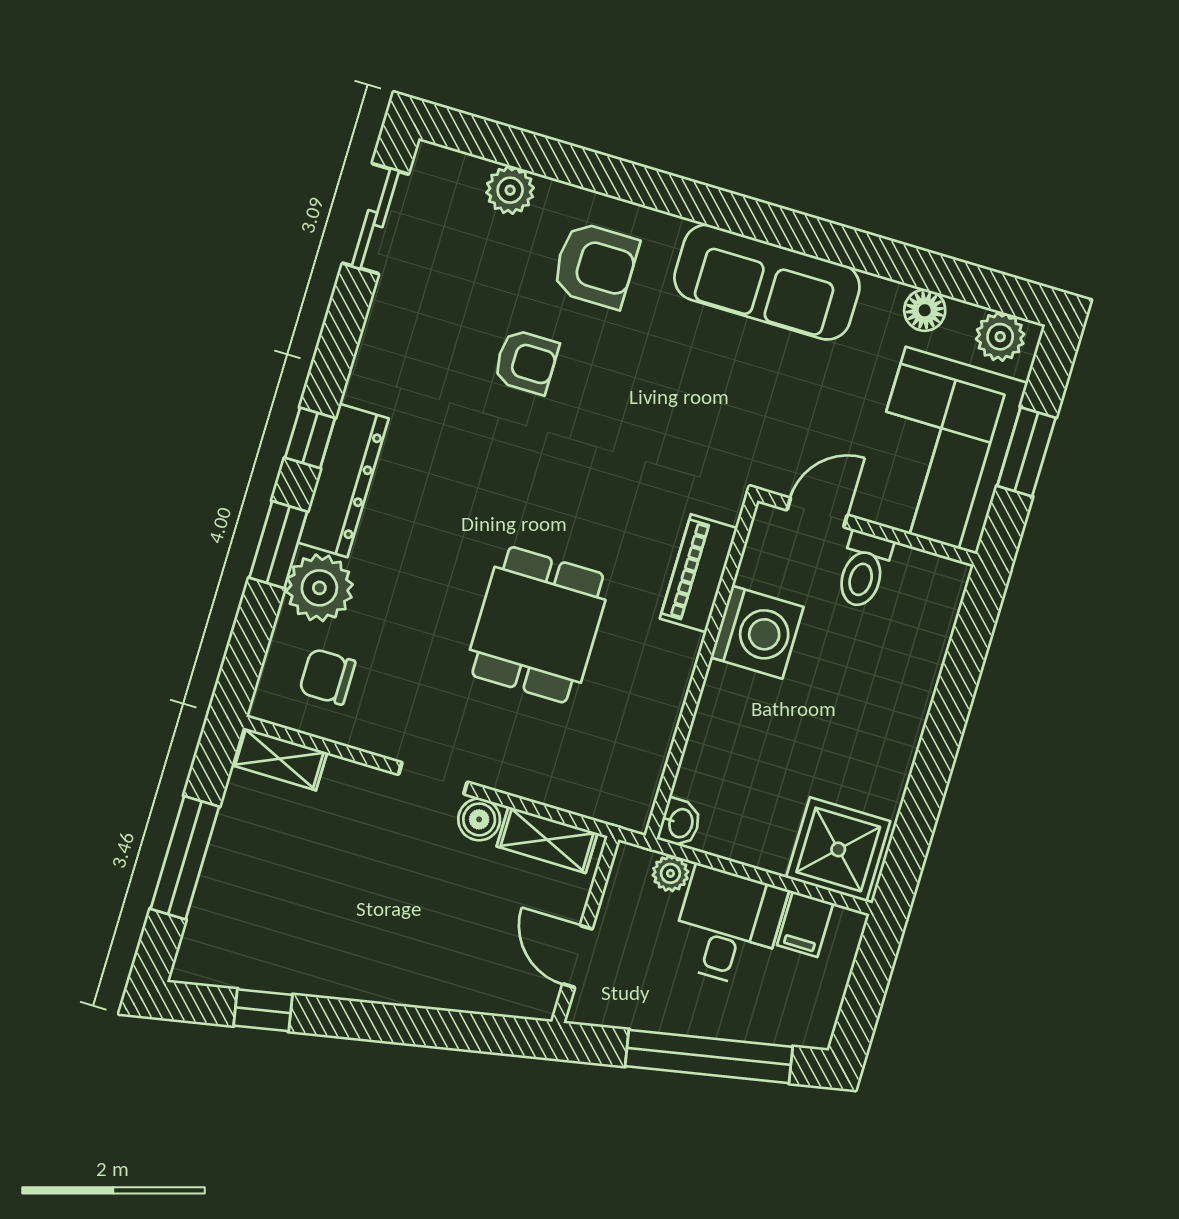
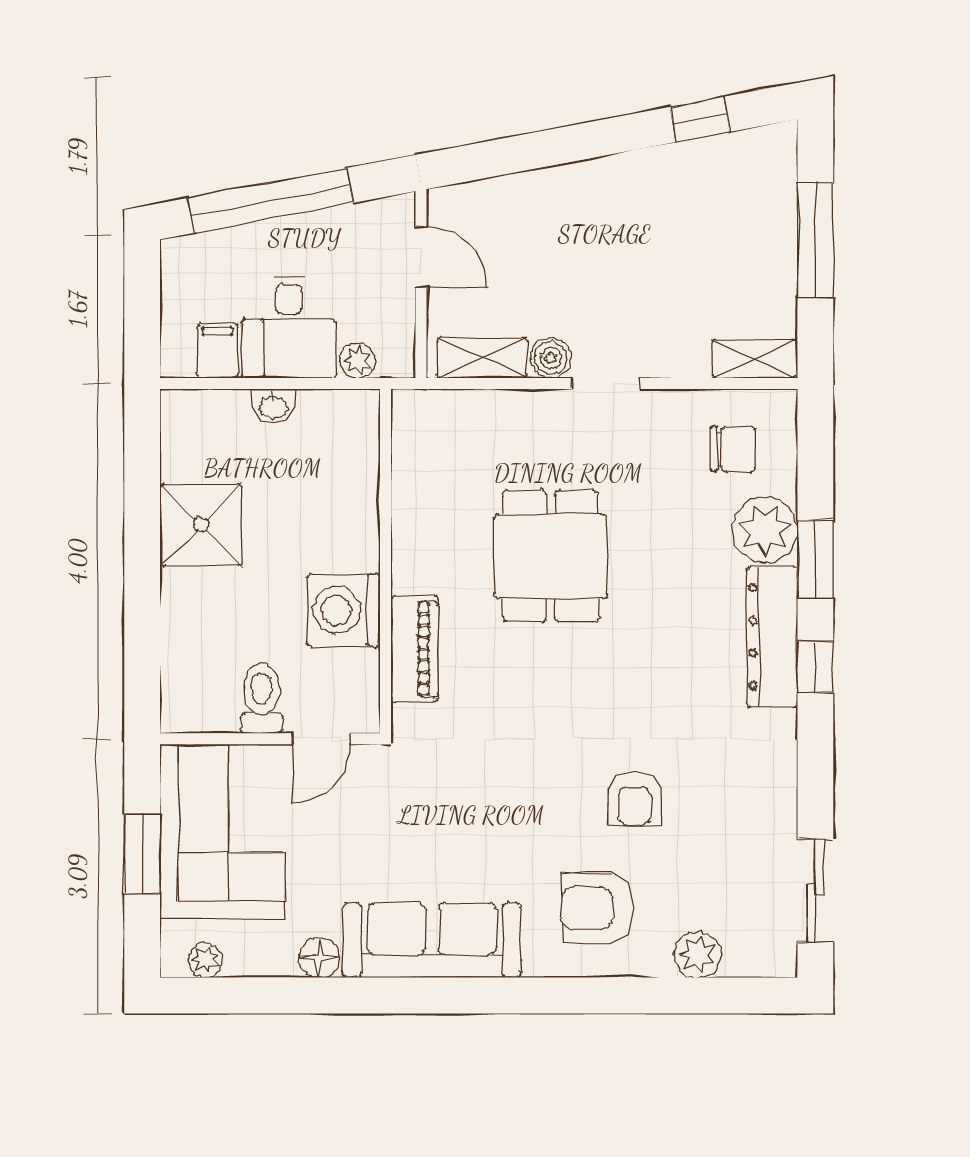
floor lamp: (925, 310) -> (320, 958), moved
plant: (1000, 337) -> (205, 961), width x0.73, depth x0.73
armchair: (526, 362) -> (635, 799), turned -90
washbasin: (680, 823) -> (274, 406), moved, turned -90
shower: (838, 849) -> (201, 525), moved

